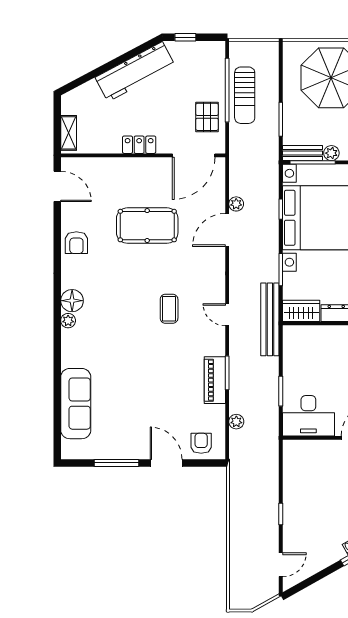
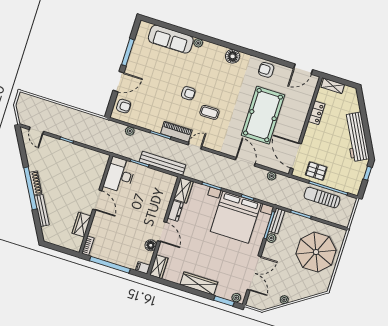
locker: (139, 145) -> (316, 113), moved
plant: (236, 204) -> (272, 176), moved
pool table: (147, 226) -> (263, 115), width x1.36, depth x1.32
bench: (270, 319) -> (162, 163), moved
plant: (68, 321) -> (198, 43), moved
armchair: (150, 351) -> (188, 93), added
piano: (215, 380) -> (176, 132), moved

